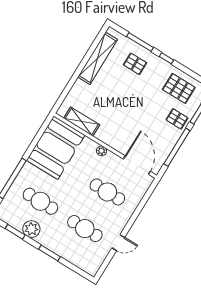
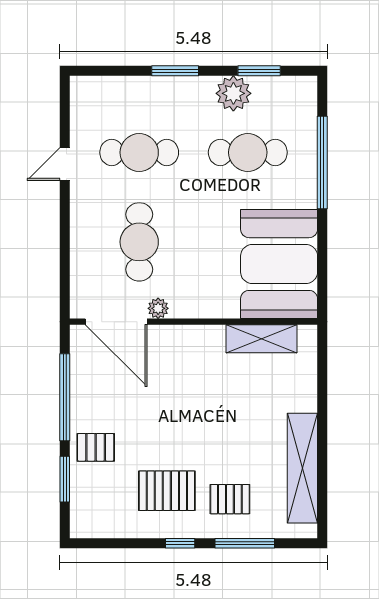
pallet: (179, 88) -> (167, 491), moved
plant: (102, 151) -> (158, 308), moved
cafe table: (107, 192) -> (139, 242), turned 90

